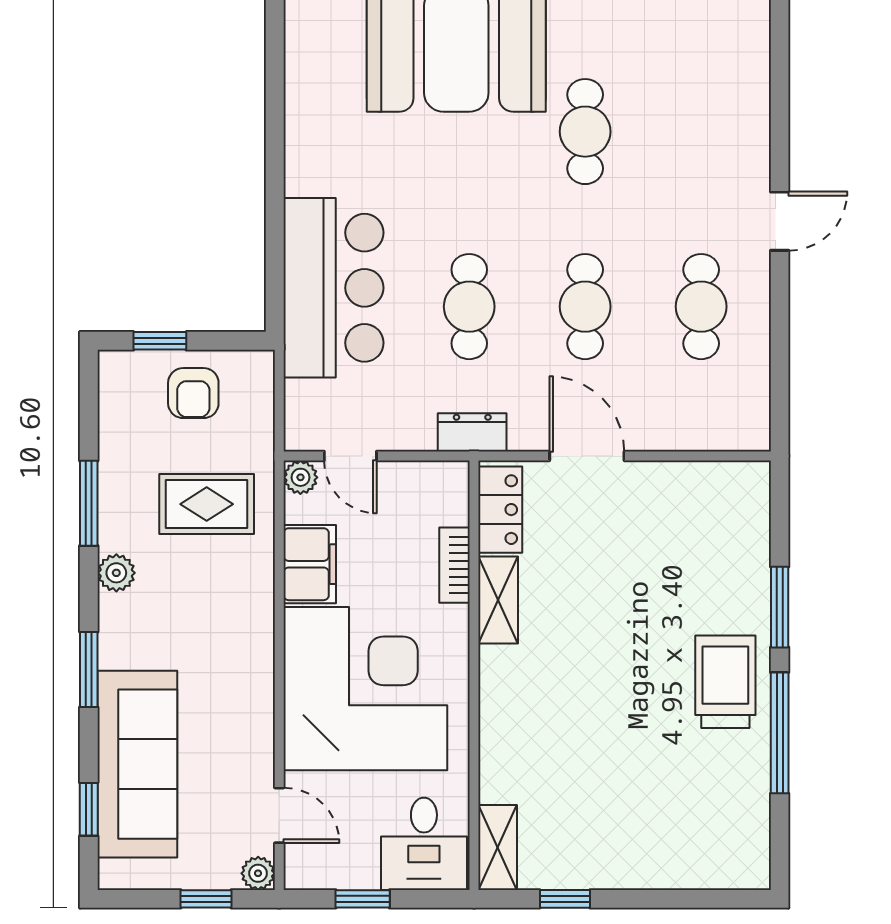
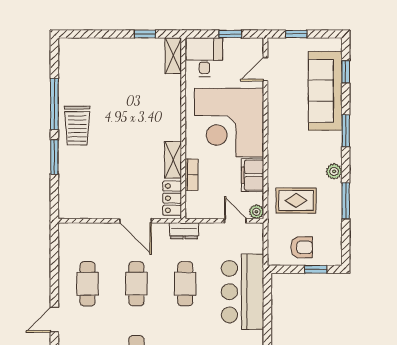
armchair: (193, 393) -> (302, 247), turned 90
door: (279, 815) -> (265, 69), hinge flipped
plant: (258, 873) -> (274, 45), removed

